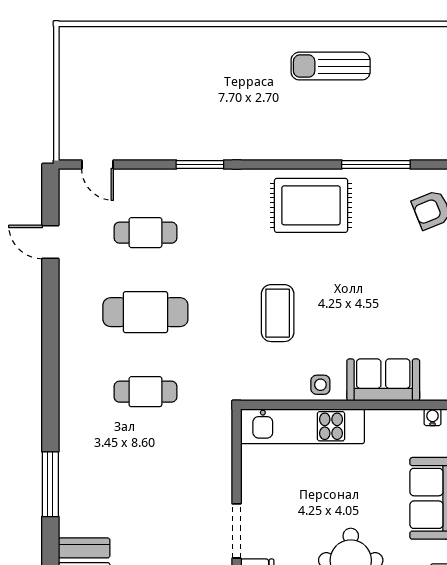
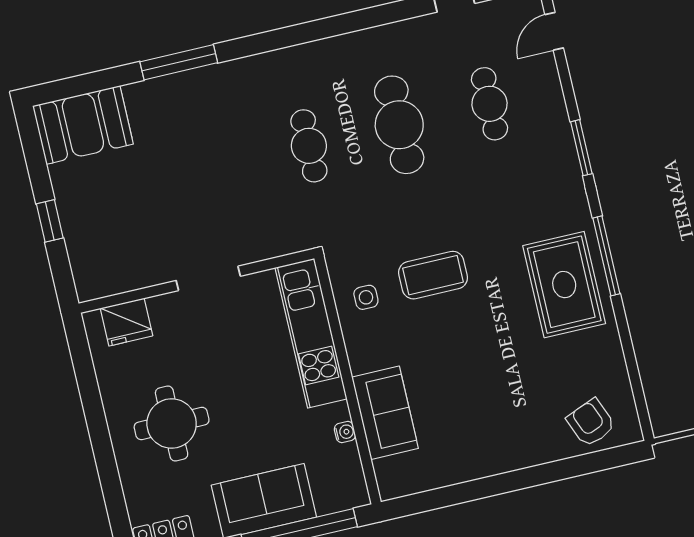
window: (376, 164) -> (606, 256), moved
side table: (320, 385) -> (366, 297), moved
water cooler: (433, 417) -> (345, 432), moved
doorway: (237, 531) -> (208, 278), moved

